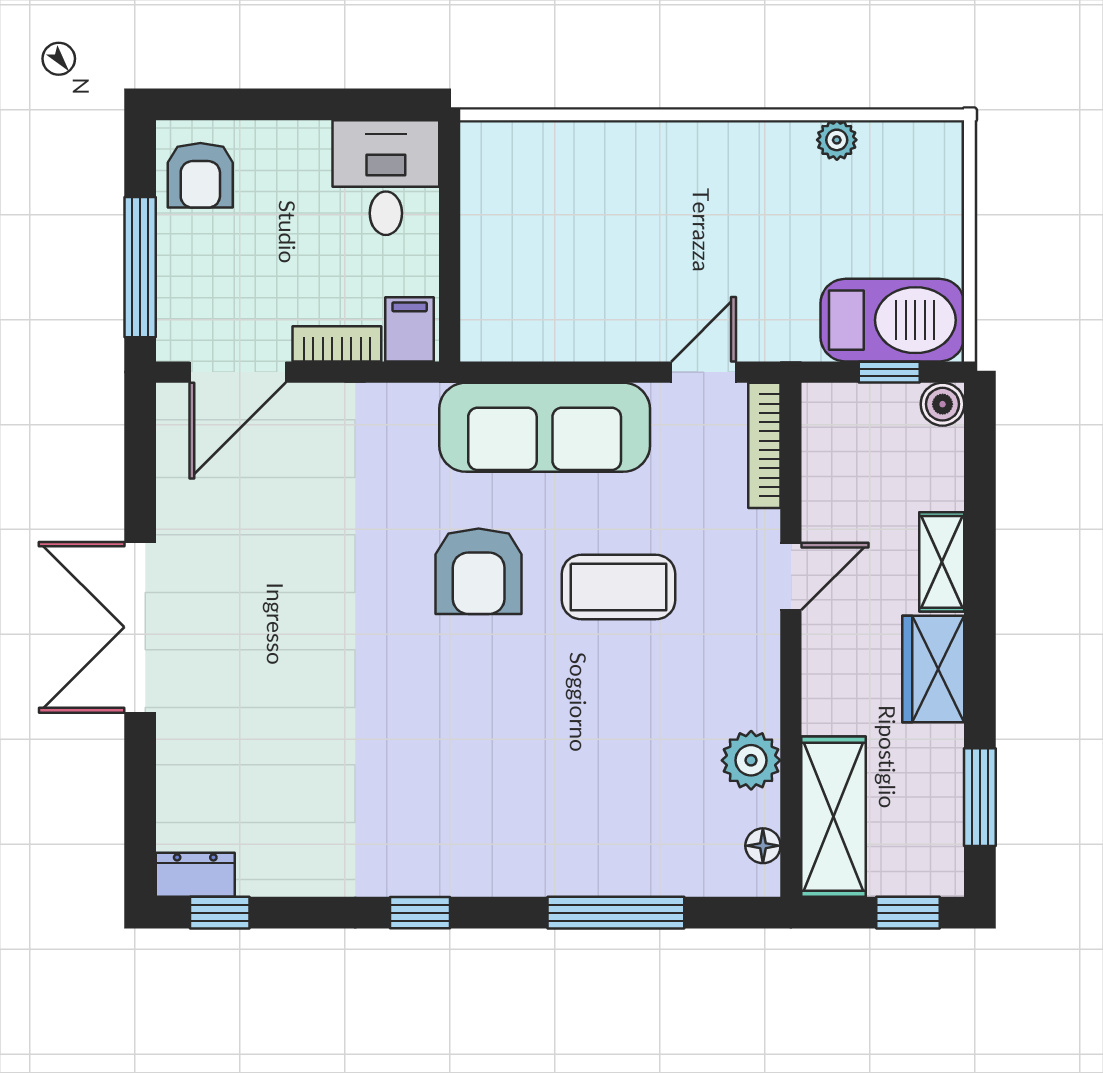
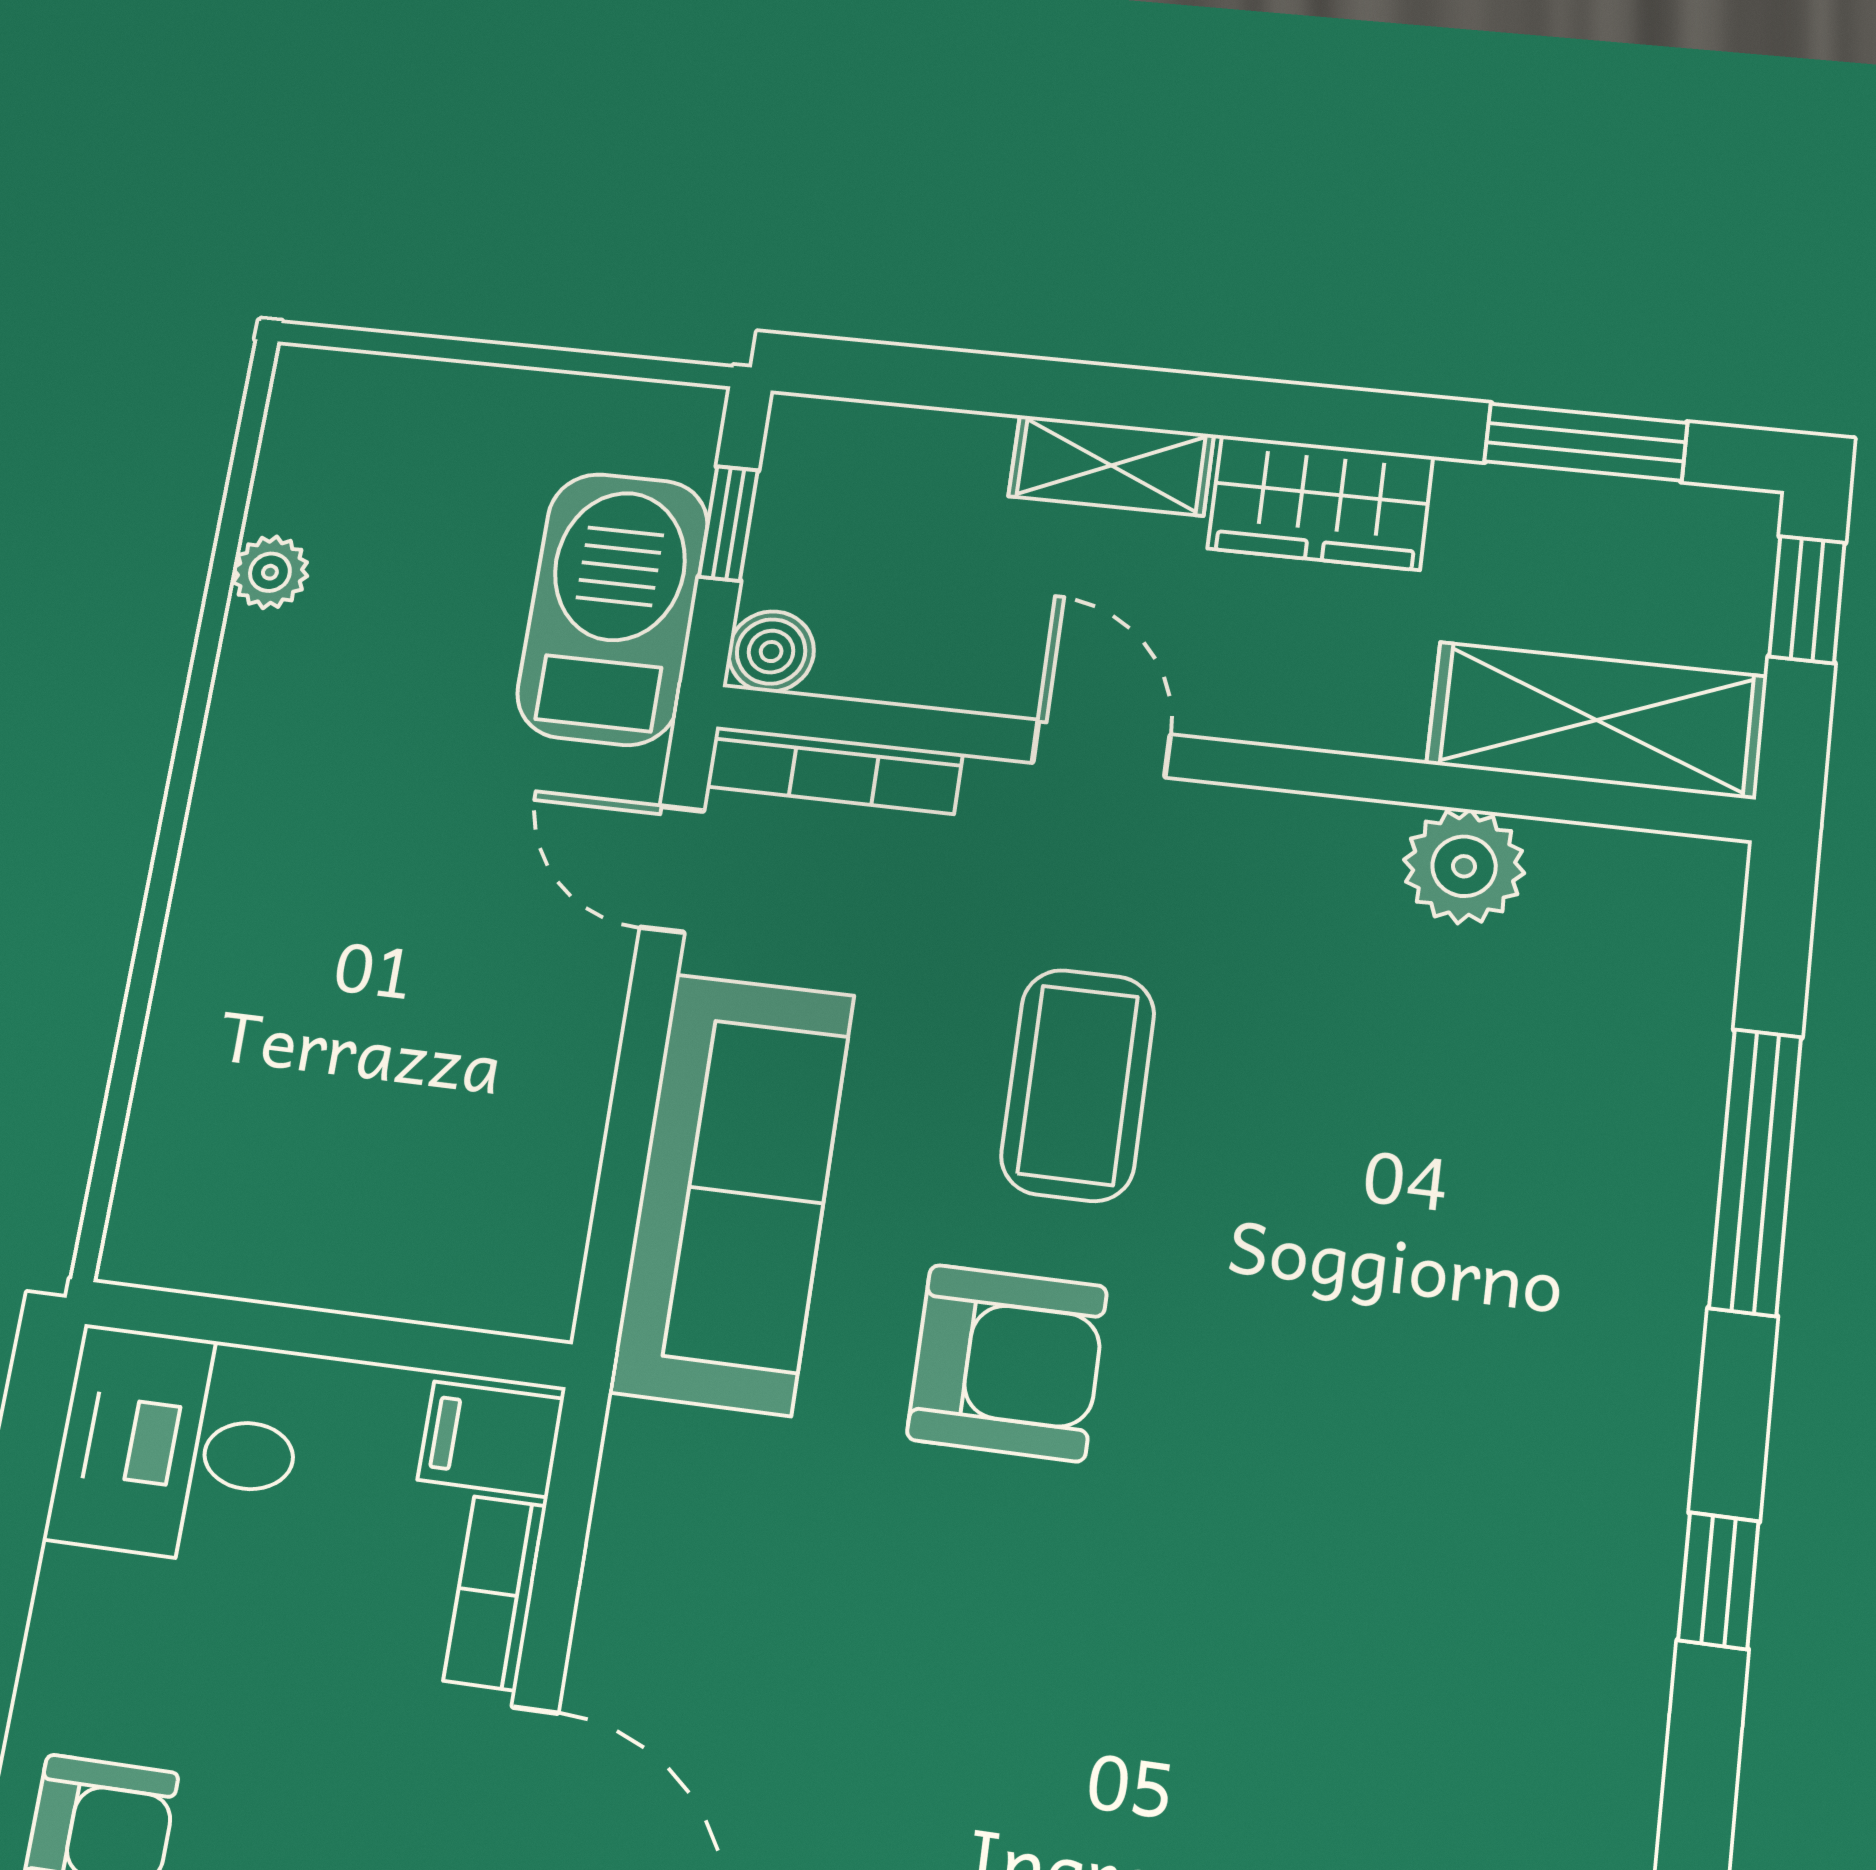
barbecue: (892, 320) -> (613, 609), moved
boiler: (943, 404) -> (771, 652), moved
floor lamp: (763, 846) -> (1643, 863), removed

